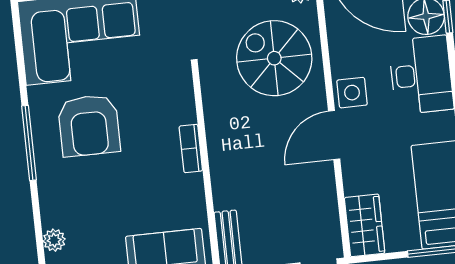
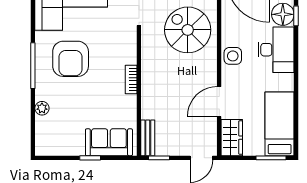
door: (334, 135) -> (219, 102), moved
plant: (54, 240) -> (42, 108), moved

